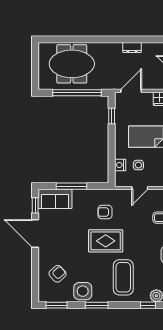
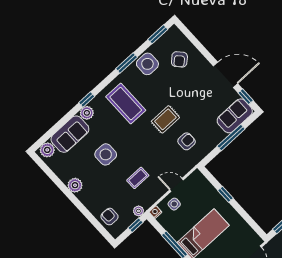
window: (112, 116) -> (226, 194), moved
nightstand: (120, 165) -> (208, 189), removed
side table: (138, 165) -> (174, 204), moved
door: (140, 188) -> (177, 185), hinge flipped
rug: (106, 241) -> (165, 119), width x0.73, depth x0.70

